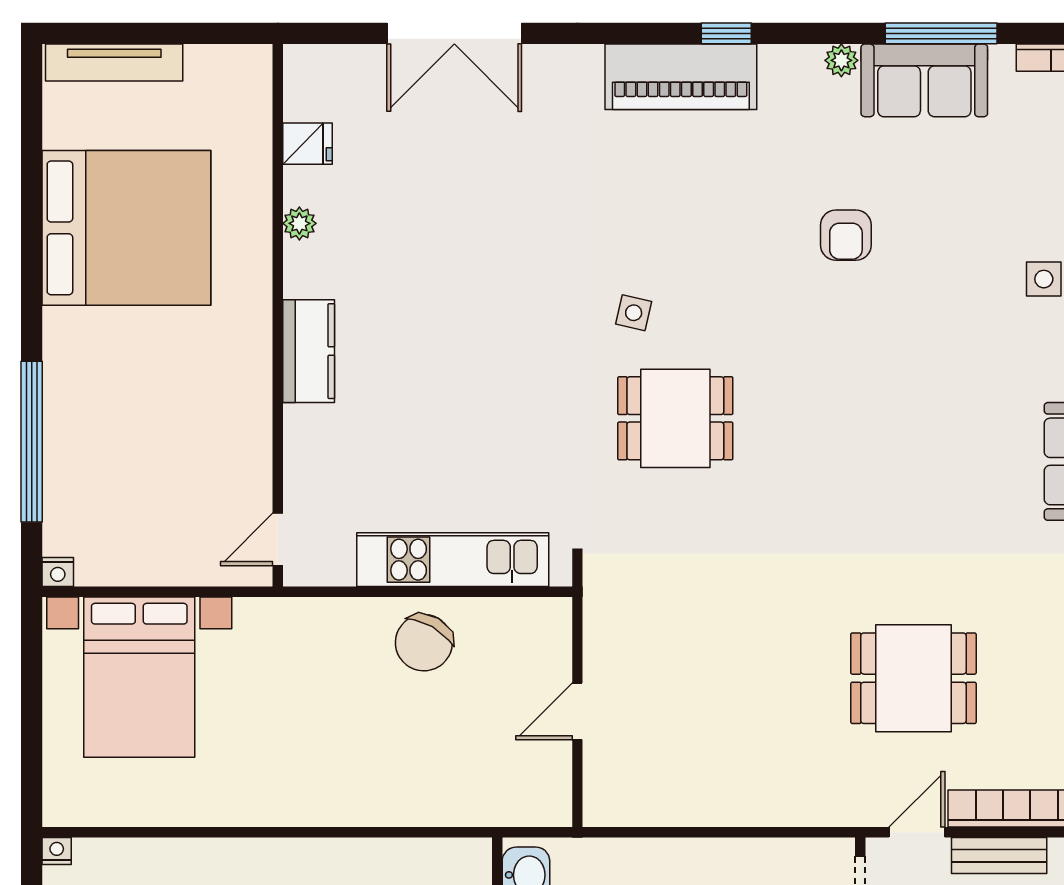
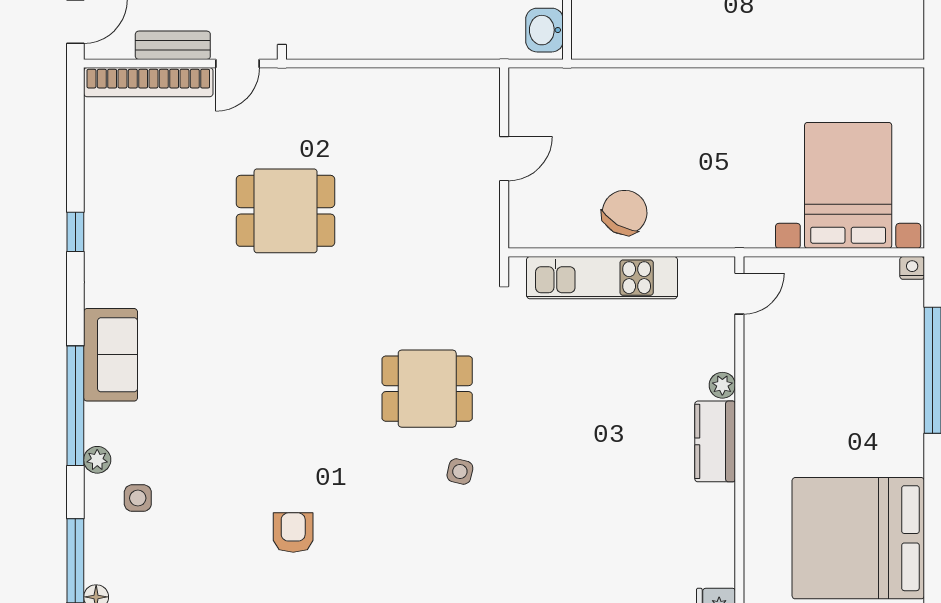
plant: (299, 223) -> (722, 385), moved
dining table: (913, 678) -> (286, 211), moved
nightstand: (57, 851) -> (913, 49), removed

